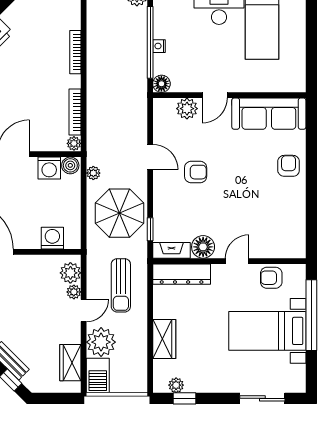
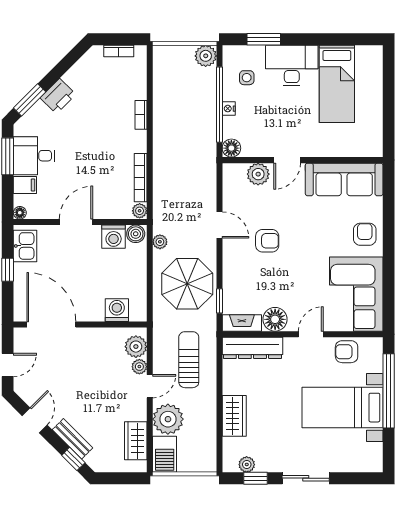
side table: (176, 17) -> (247, 78), added
bookcase: (75, 52) -> (141, 115), width x0.64
corner sofa: (280, 223) -> (356, 294), added
sun lounger: (121, 285) -> (189, 360), turned 180
sliding door: (262, 398) -> (306, 478), moved

